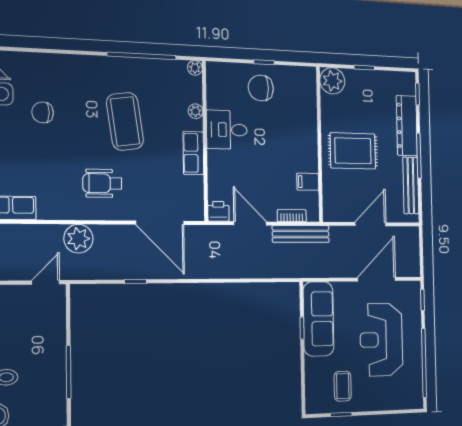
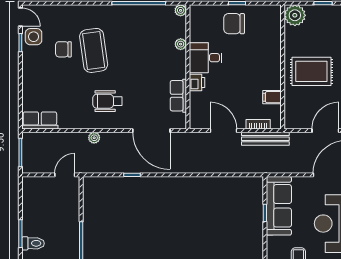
coffee table: (125, 121) -> (94, 50), moved
row of seats: (193, 153) -> (178, 96), moved
printer: (218, 211) -> (197, 82), moved, turned 90
plant: (78, 239) -> (94, 138), width x0.53, depth x0.53

